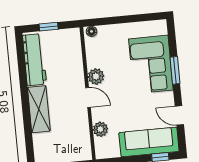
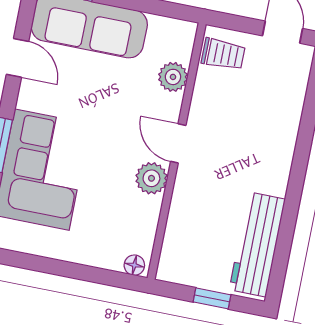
shelving: (39, 109) -> (277, 149), removed
trolley: (79, 148) -> (223, 54), added

